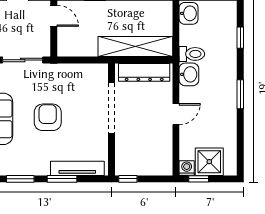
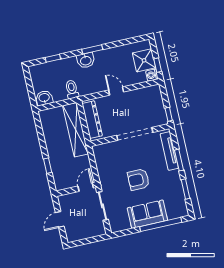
door: (54, 16) -> (86, 187), moved
washbasin: (189, 74) -> (86, 60), moved, turned 180
doorway: (112, 108) -> (135, 134), moved

